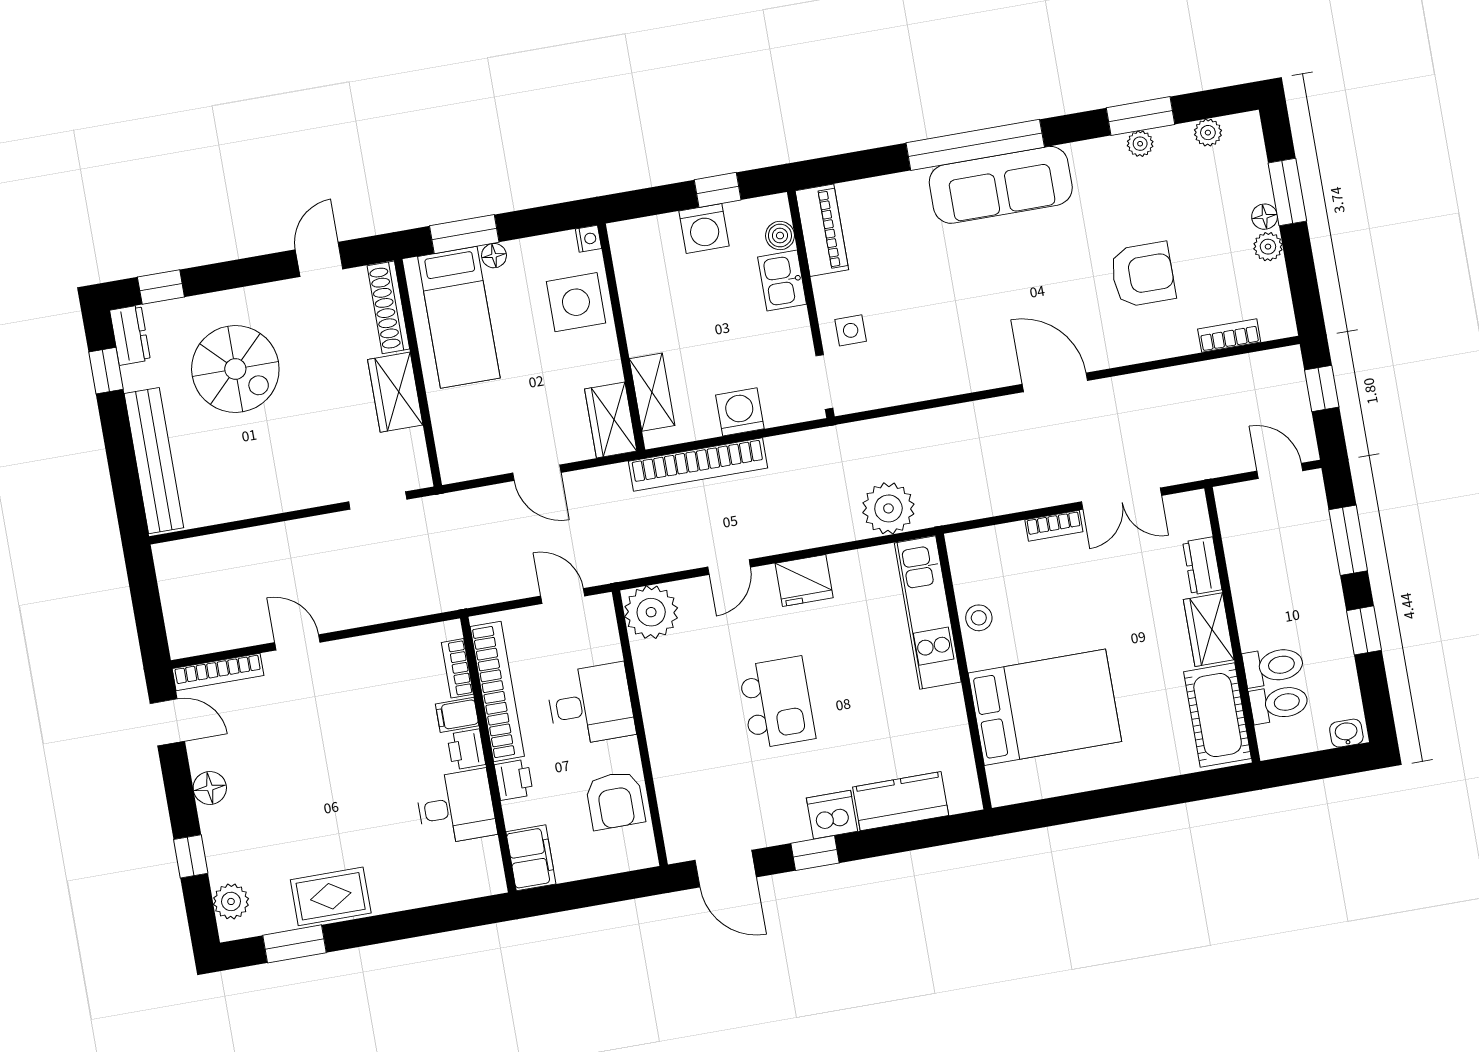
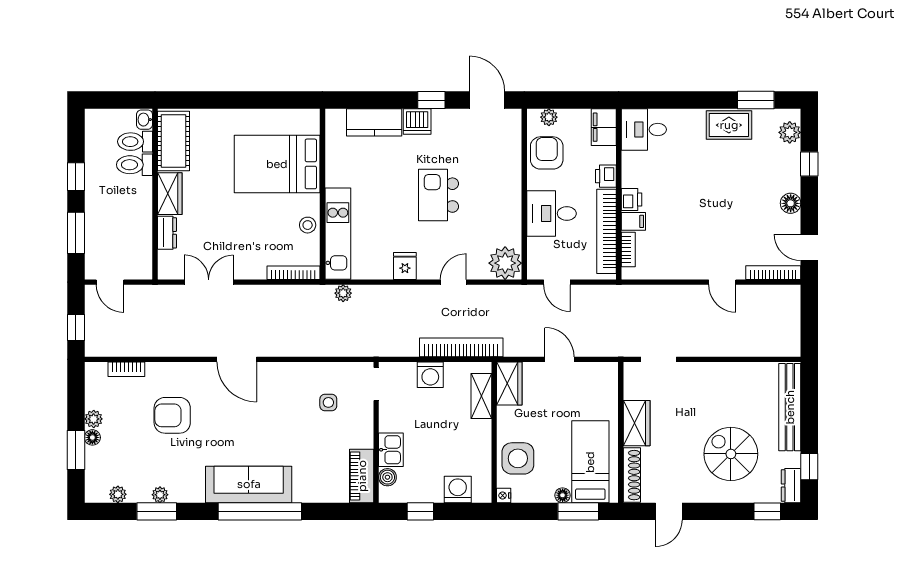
washing machine: (704, 228) -> (458, 489), moved
side table: (851, 330) -> (328, 402), moved
plant: (888, 508) -> (343, 293), width x0.53, depth x0.53
bookcase: (1054, 526) -> (293, 273), moved, width x1.56
fridge: (804, 581) -> (405, 266), width x0.72
washbasin: (1346, 733) -> (145, 120), moved, turned 90
desk: (456, 807) -> (644, 130), moved
plant: (622, 858) -> (549, 117), added

